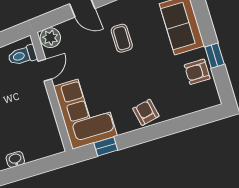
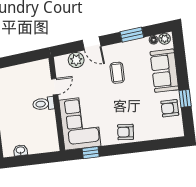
plant: (50, 38) -> (76, 60), moved
toilet: (22, 55) -> (43, 104), moved
armchair: (146, 112) -> (126, 132), turned -73

